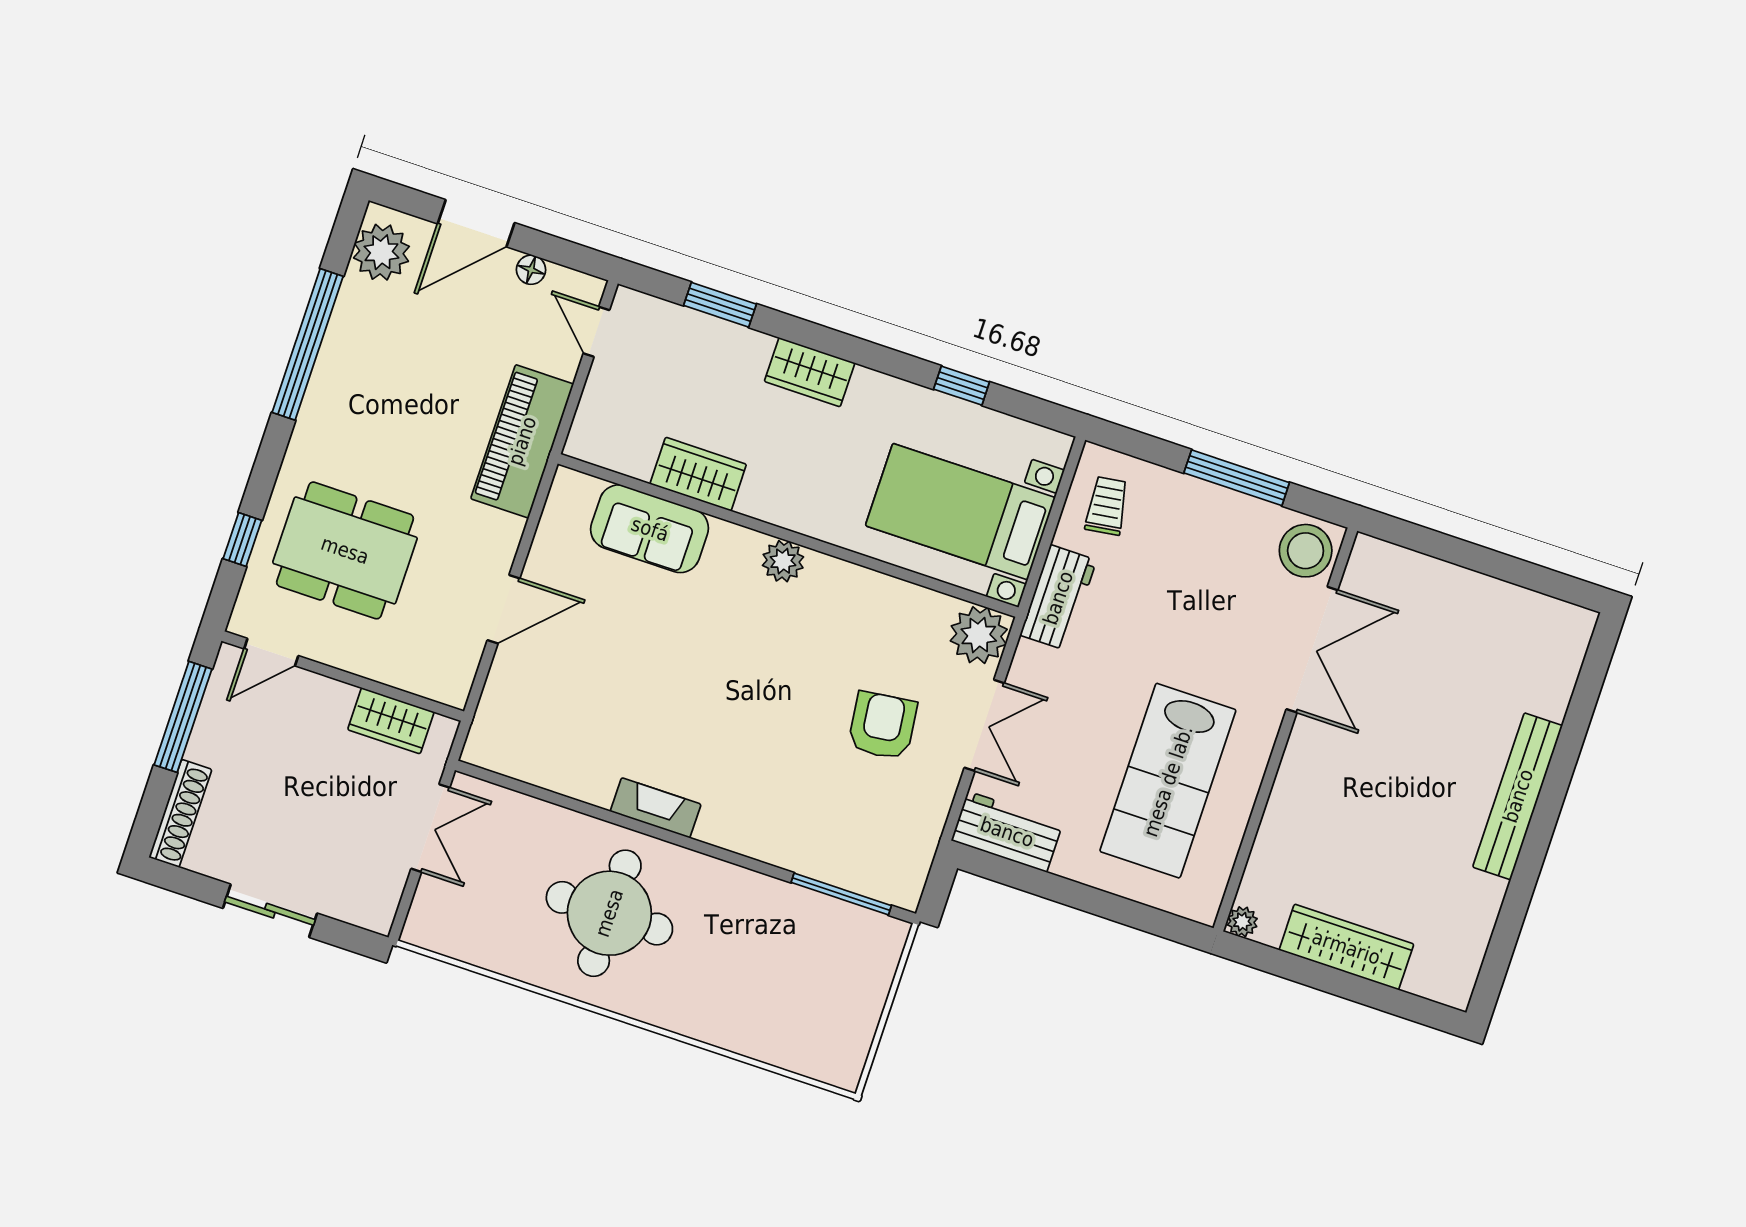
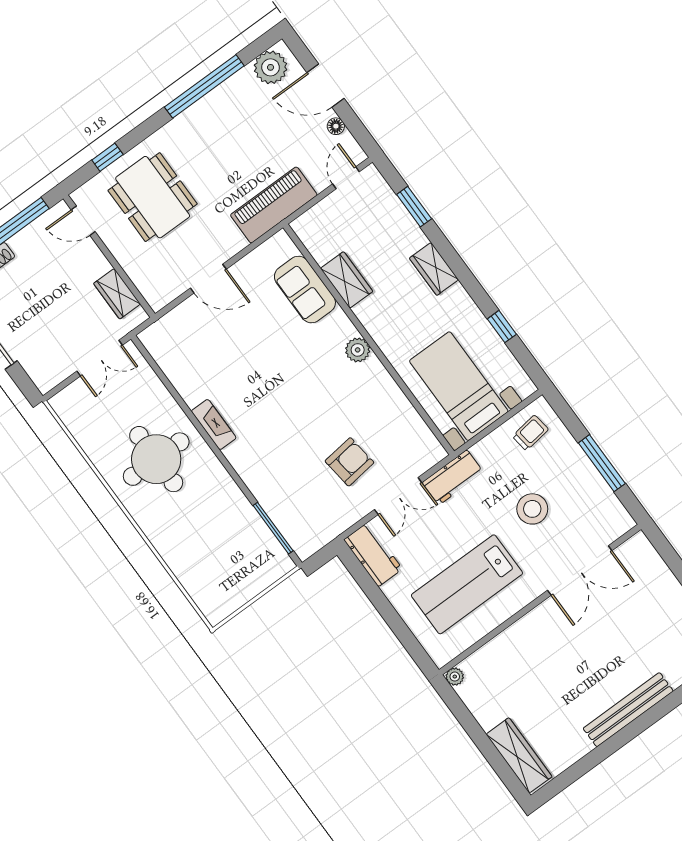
stool: (1306, 551) -> (532, 509), moved
workbench: (1058, 598) -> (453, 477), moved
plant: (979, 635) -> (426, 451), removed
wardrobe: (1346, 947) -> (519, 755), moved

